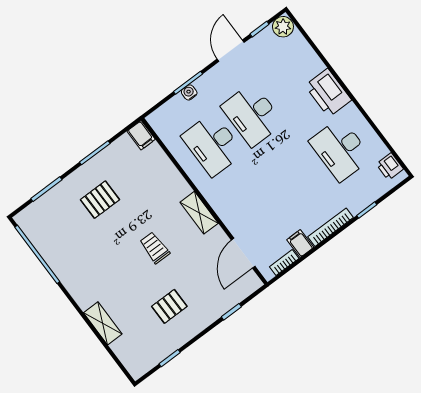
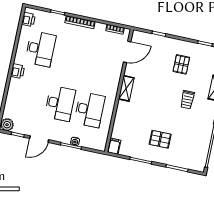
printer: (328, 93) -> (18, 71), width x0.53, depth x0.68
filing cabinet: (300, 244) -> (100, 30), removed
trolley: (155, 248) -> (187, 100), moved
pallet: (169, 306) -> (181, 64), turned 90

